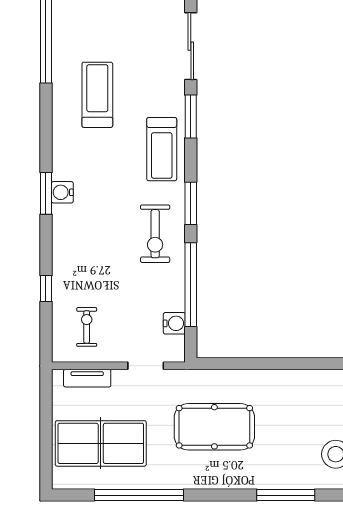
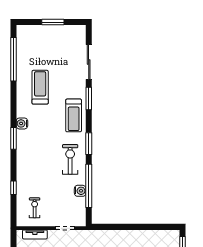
water cooler: (62, 192) -> (22, 123), moved
exercise bike: (155, 234) -> (70, 159), turned 180
water cooler: (174, 323) -> (80, 191), moved

